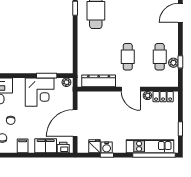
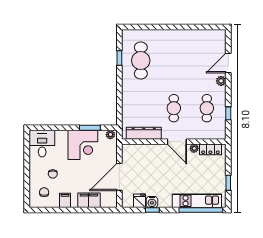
plant: (173, 63) -> (221, 81), moved
printer: (63, 148) -> (107, 202), removed

